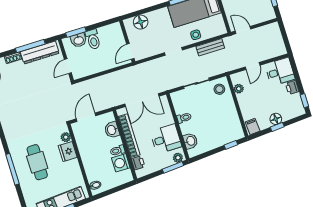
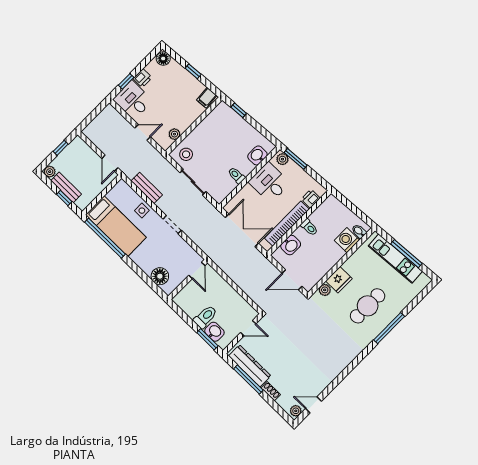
door: (130, 51) -> (197, 270), hinge flipped
window: (304, 101) -> (126, 81), moved
floor lamp: (276, 119) -> (163, 59), moved
washing machine: (121, 163) -> (347, 240), moved, turned 180

